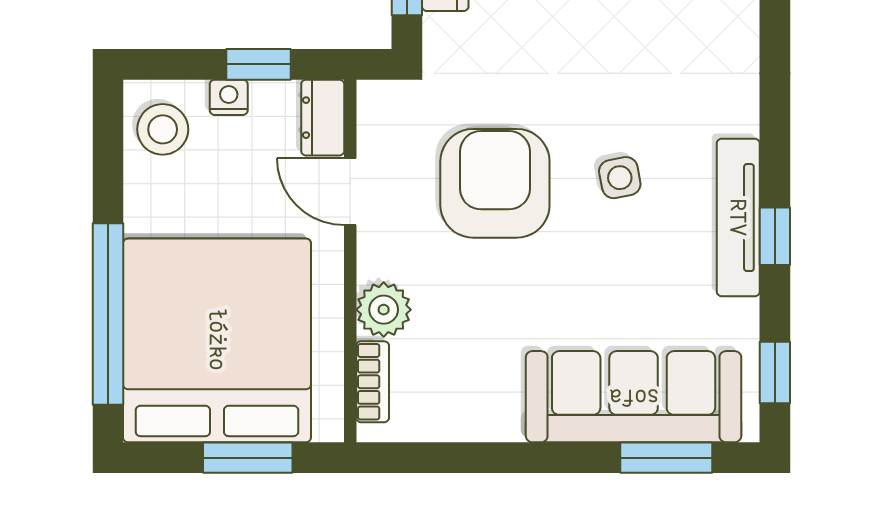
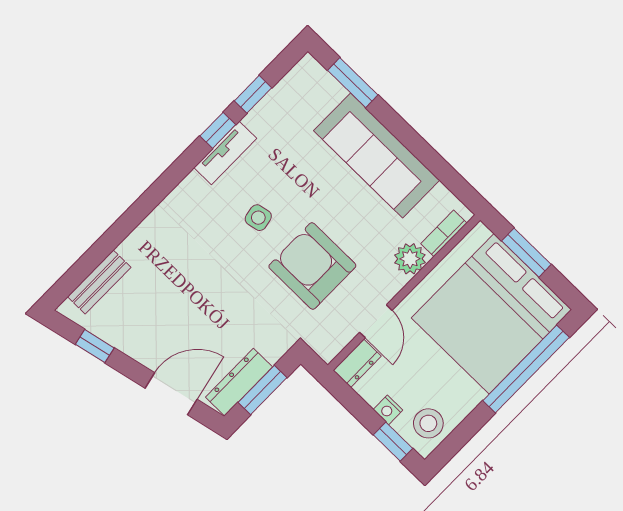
window: (259, 64) -> (393, 442), moved
armchair: (495, 183) -> (312, 266), turned 90
tv unit: (738, 218) -> (225, 153), width x0.71
window: (775, 373) -> (253, 94), moved
sofa: (634, 397) -> (377, 155), moved

